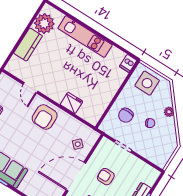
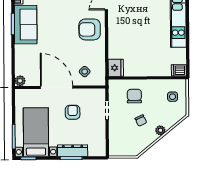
side table: (147, 83) -> (173, 97), width x0.54, depth x0.54
fridge: (71, 103) -> (116, 68), moved
chair: (126, 115) -> (134, 96), turned 90

